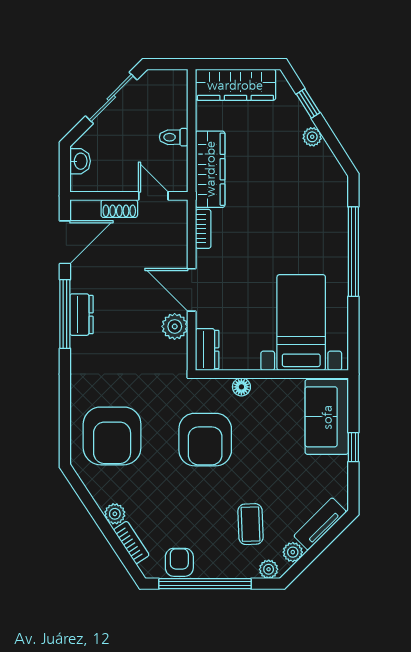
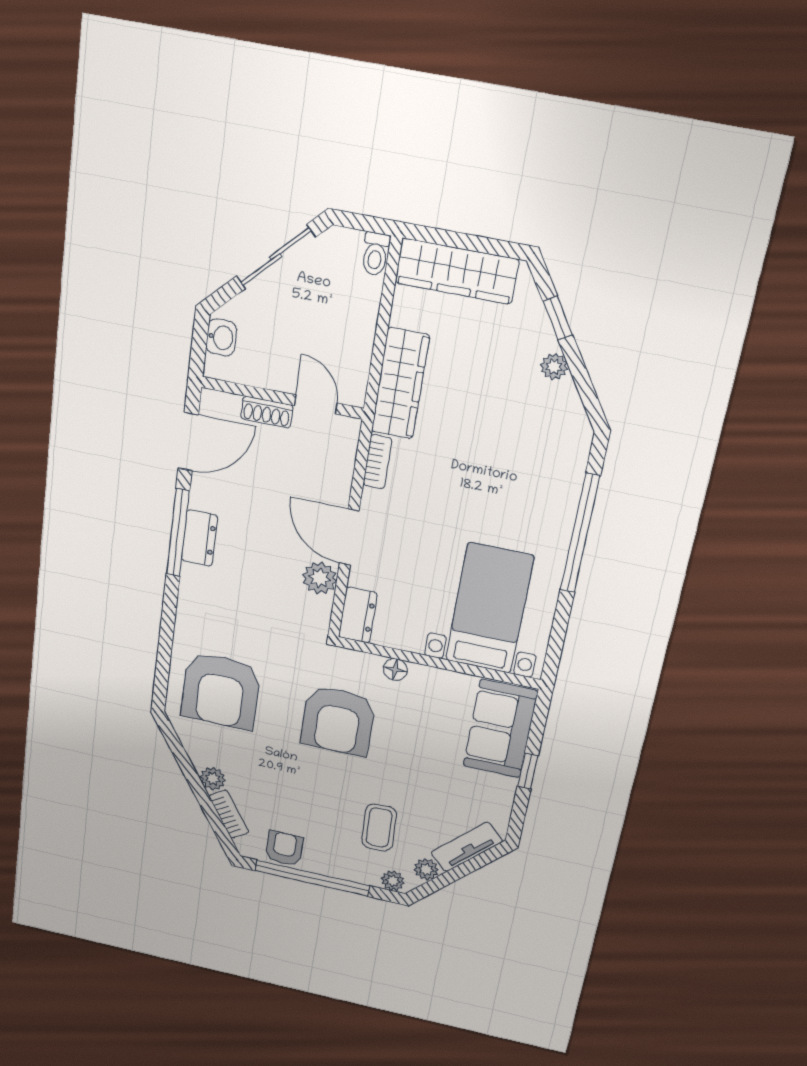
toilet: (174, 137) -> (375, 254), moved, turned -90

